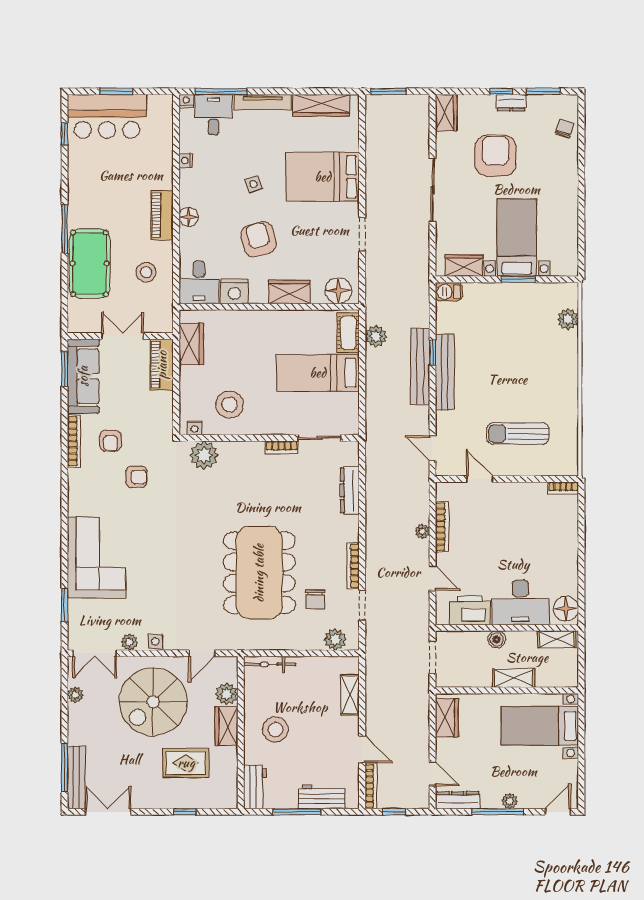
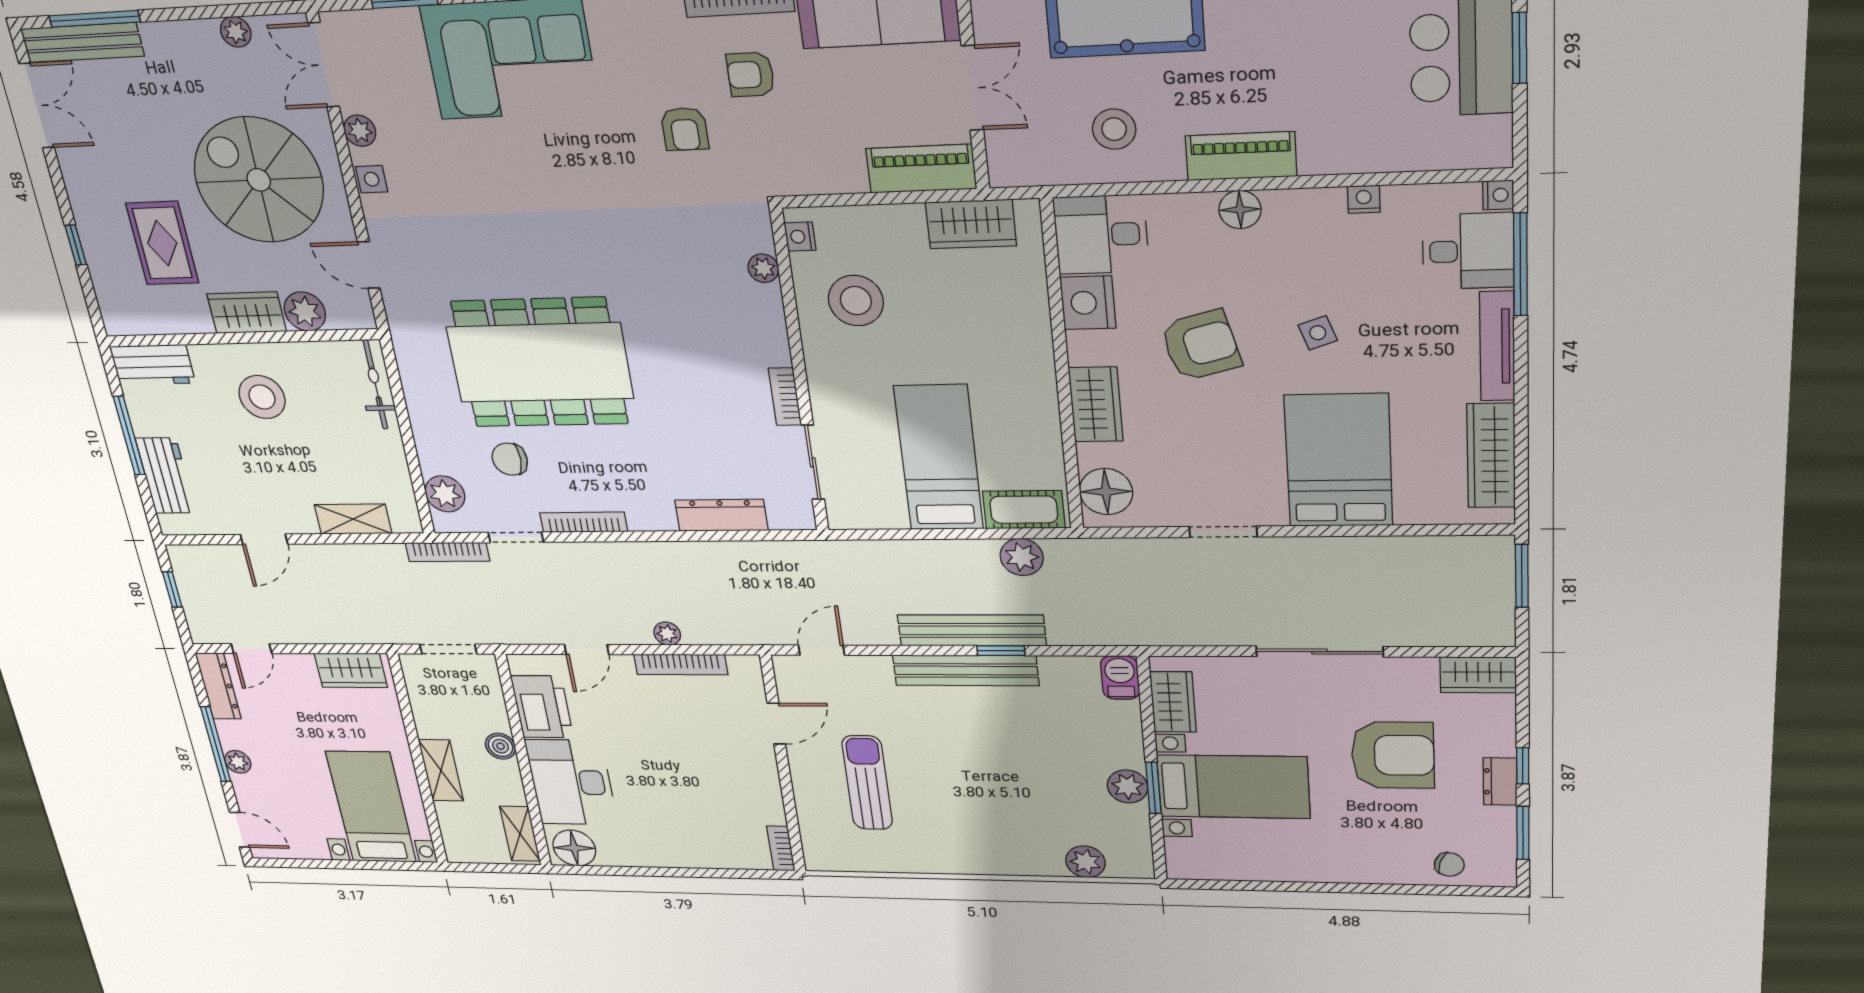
plant: (518, 293) -> (1128, 786), added
plant: (204, 455) -> (763, 268), width x0.53, depth x0.53
bookcase: (371, 786) -> (447, 552), moved

